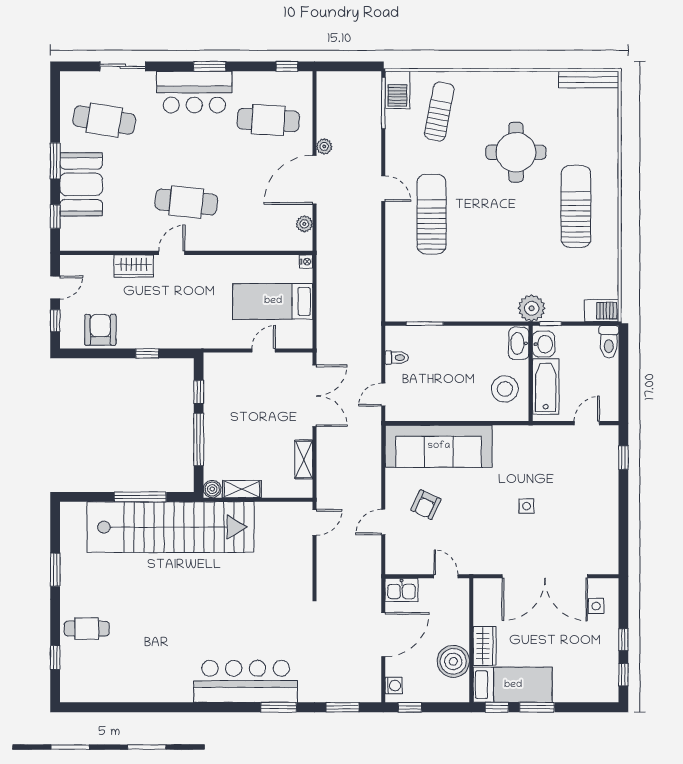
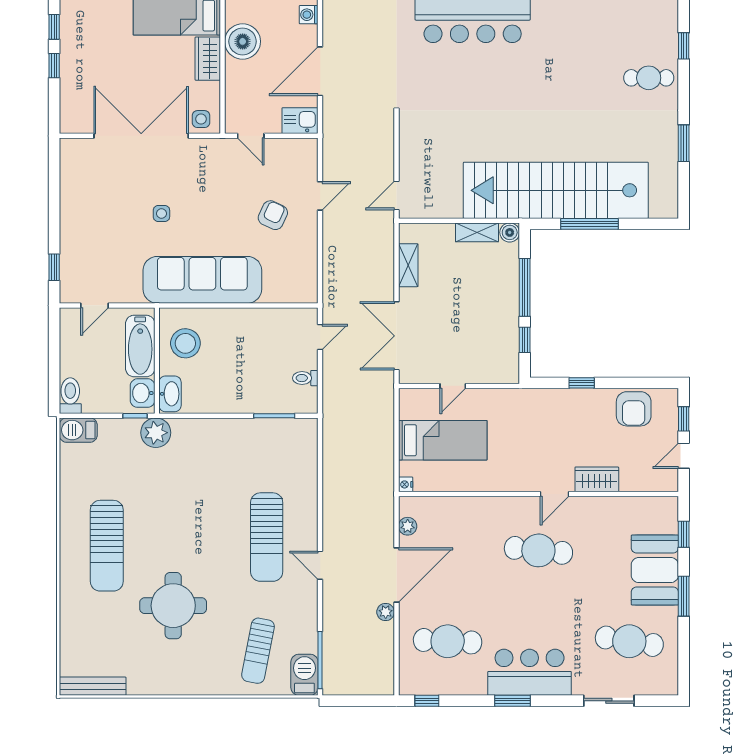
sofa: (439, 446) -> (202, 280), moved
side table: (596, 606) -> (201, 119), moved

